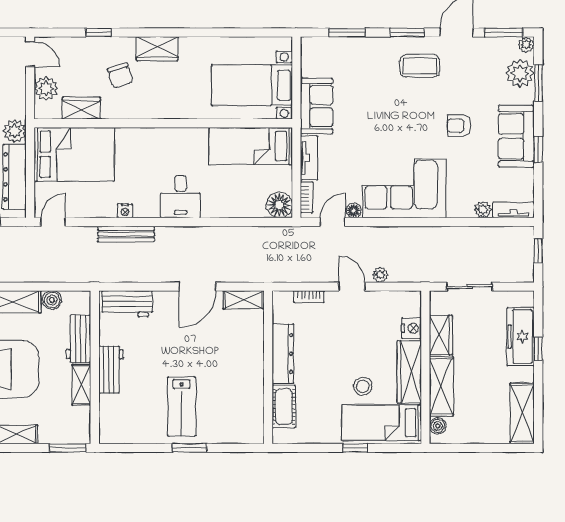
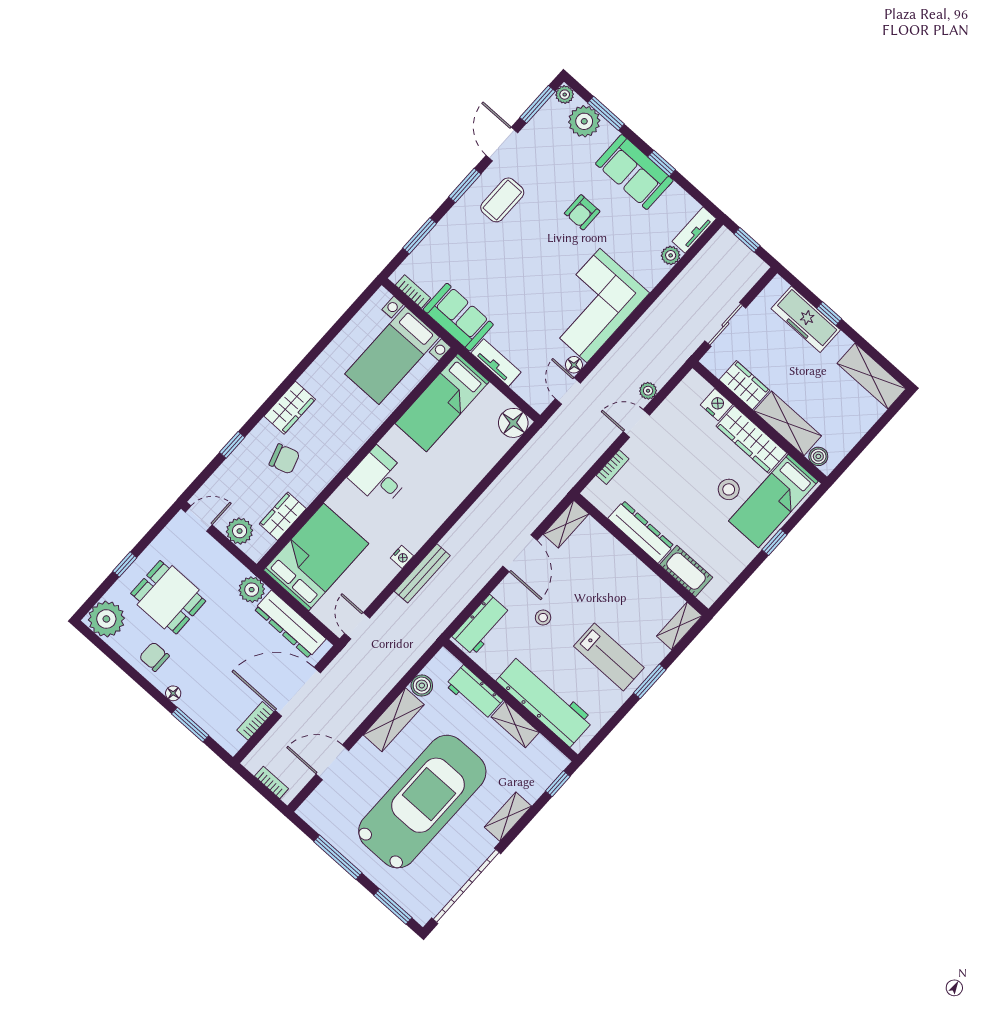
desk: (181, 197) -> (379, 477), moved, turned 180
bookcase: (307, 197) -> (413, 291), moved
stool: (169, 340) -> (543, 618), added
workbench: (111, 369) -> (545, 701), width x1.88, depth x1.32
shelving: (244, 435) -> (679, 626), added
window: (68, 448) -> (558, 784), width x0.67

